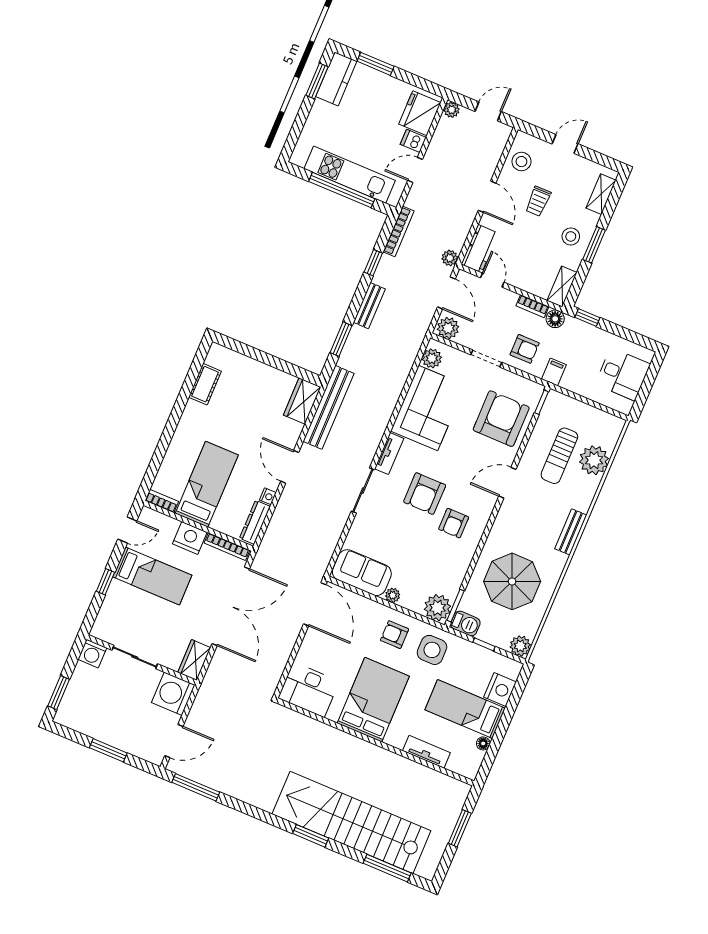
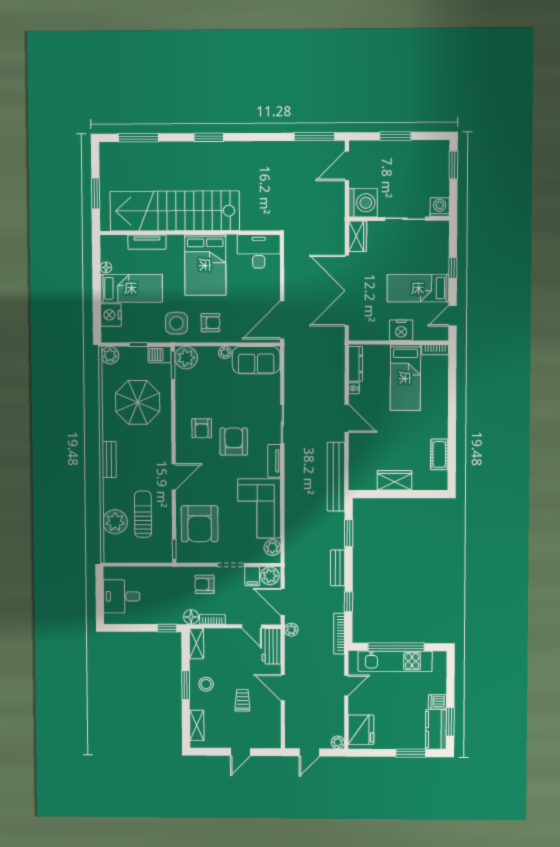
dishwasher: (413, 141) -> (437, 701), moved, turned 180
stool: (521, 162) -> (268, 725), removed
filing cabinet: (554, 372) -> (252, 576), moved
wardrobe: (302, 401) -> (394, 480), moved, turned -90
armchair: (454, 523) -> (202, 428), turned 180
bookcase: (227, 547) -> (369, 336), removed
door: (315, 604) -> (282, 320), hinge flipped
stairs: (351, 822) -> (175, 211), moved, turned 180

